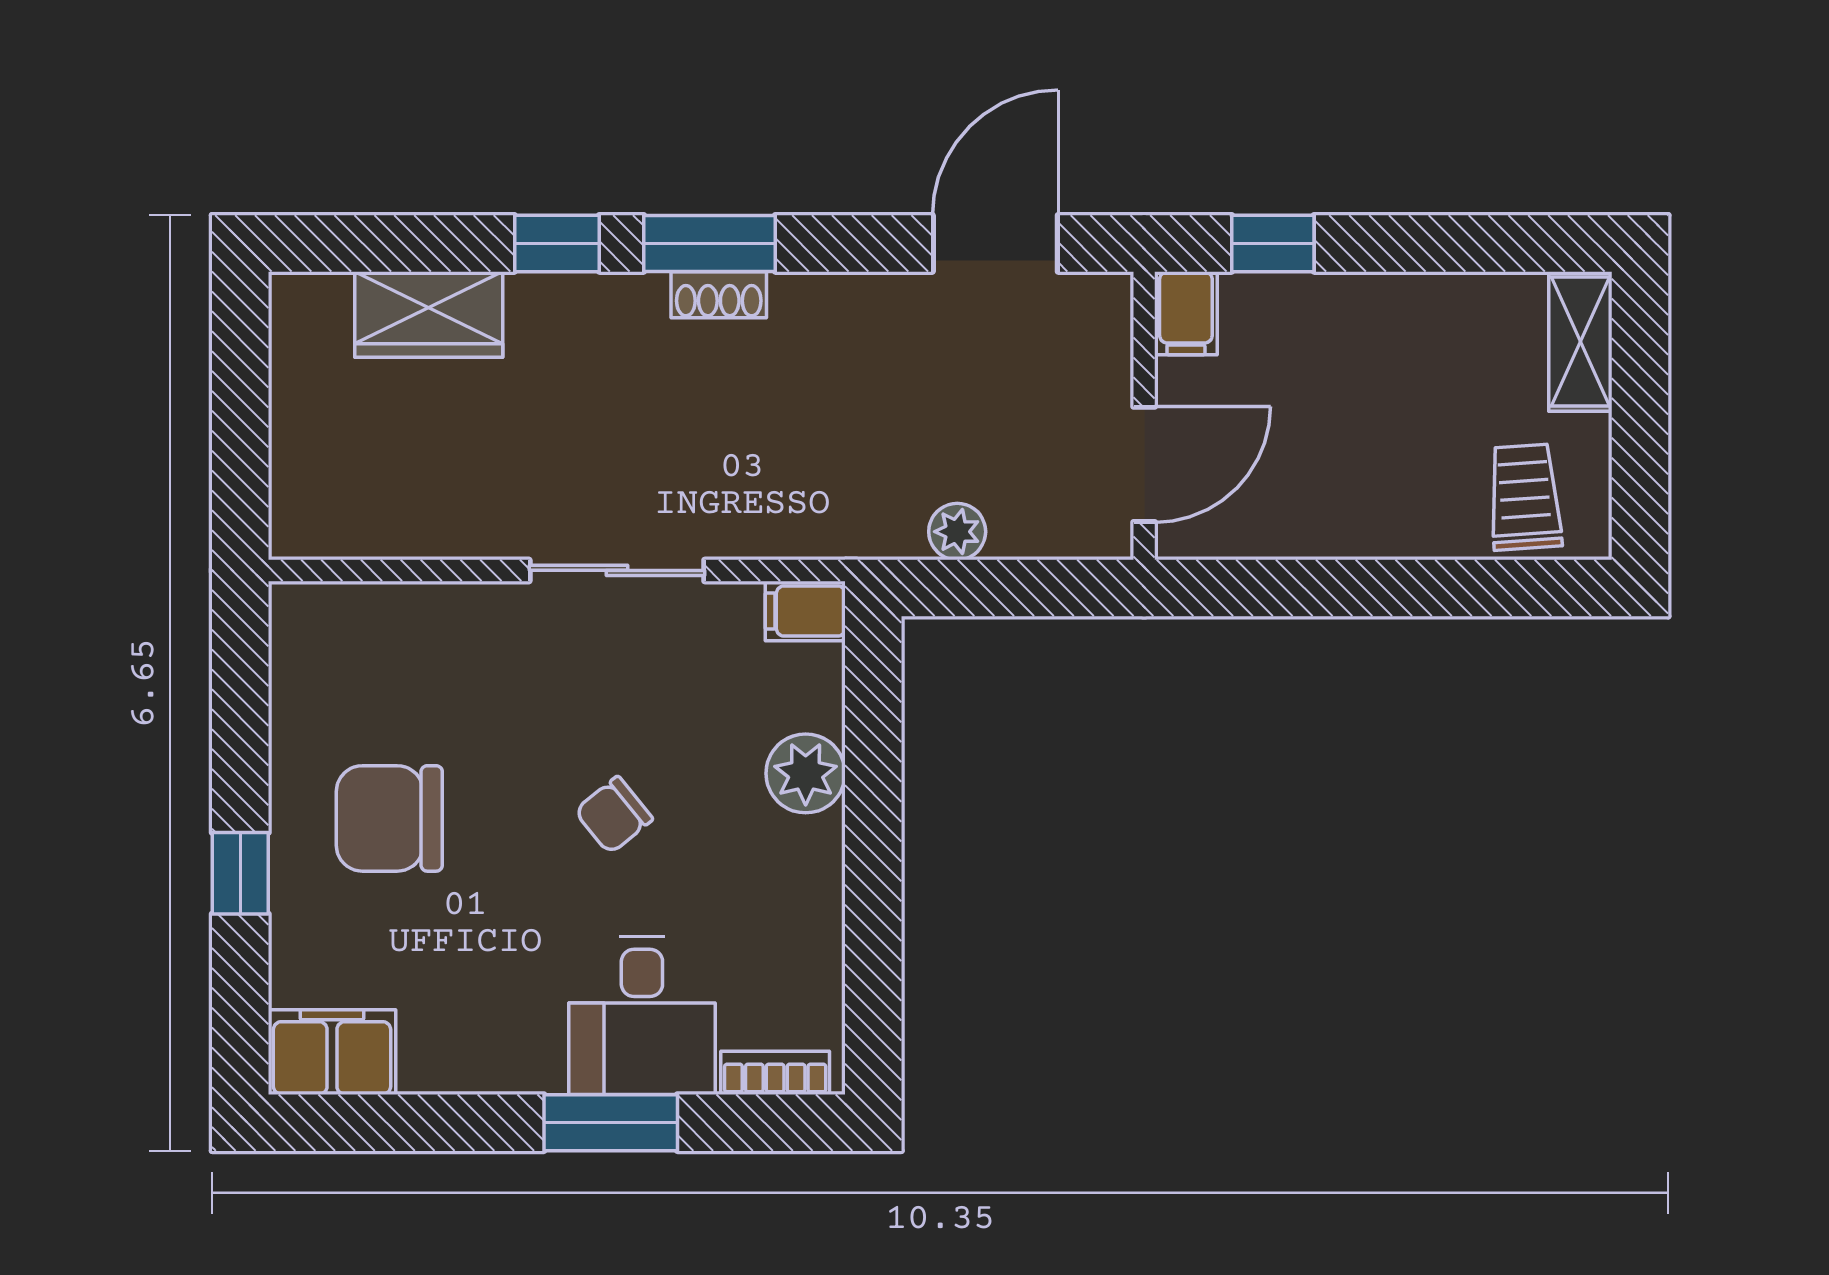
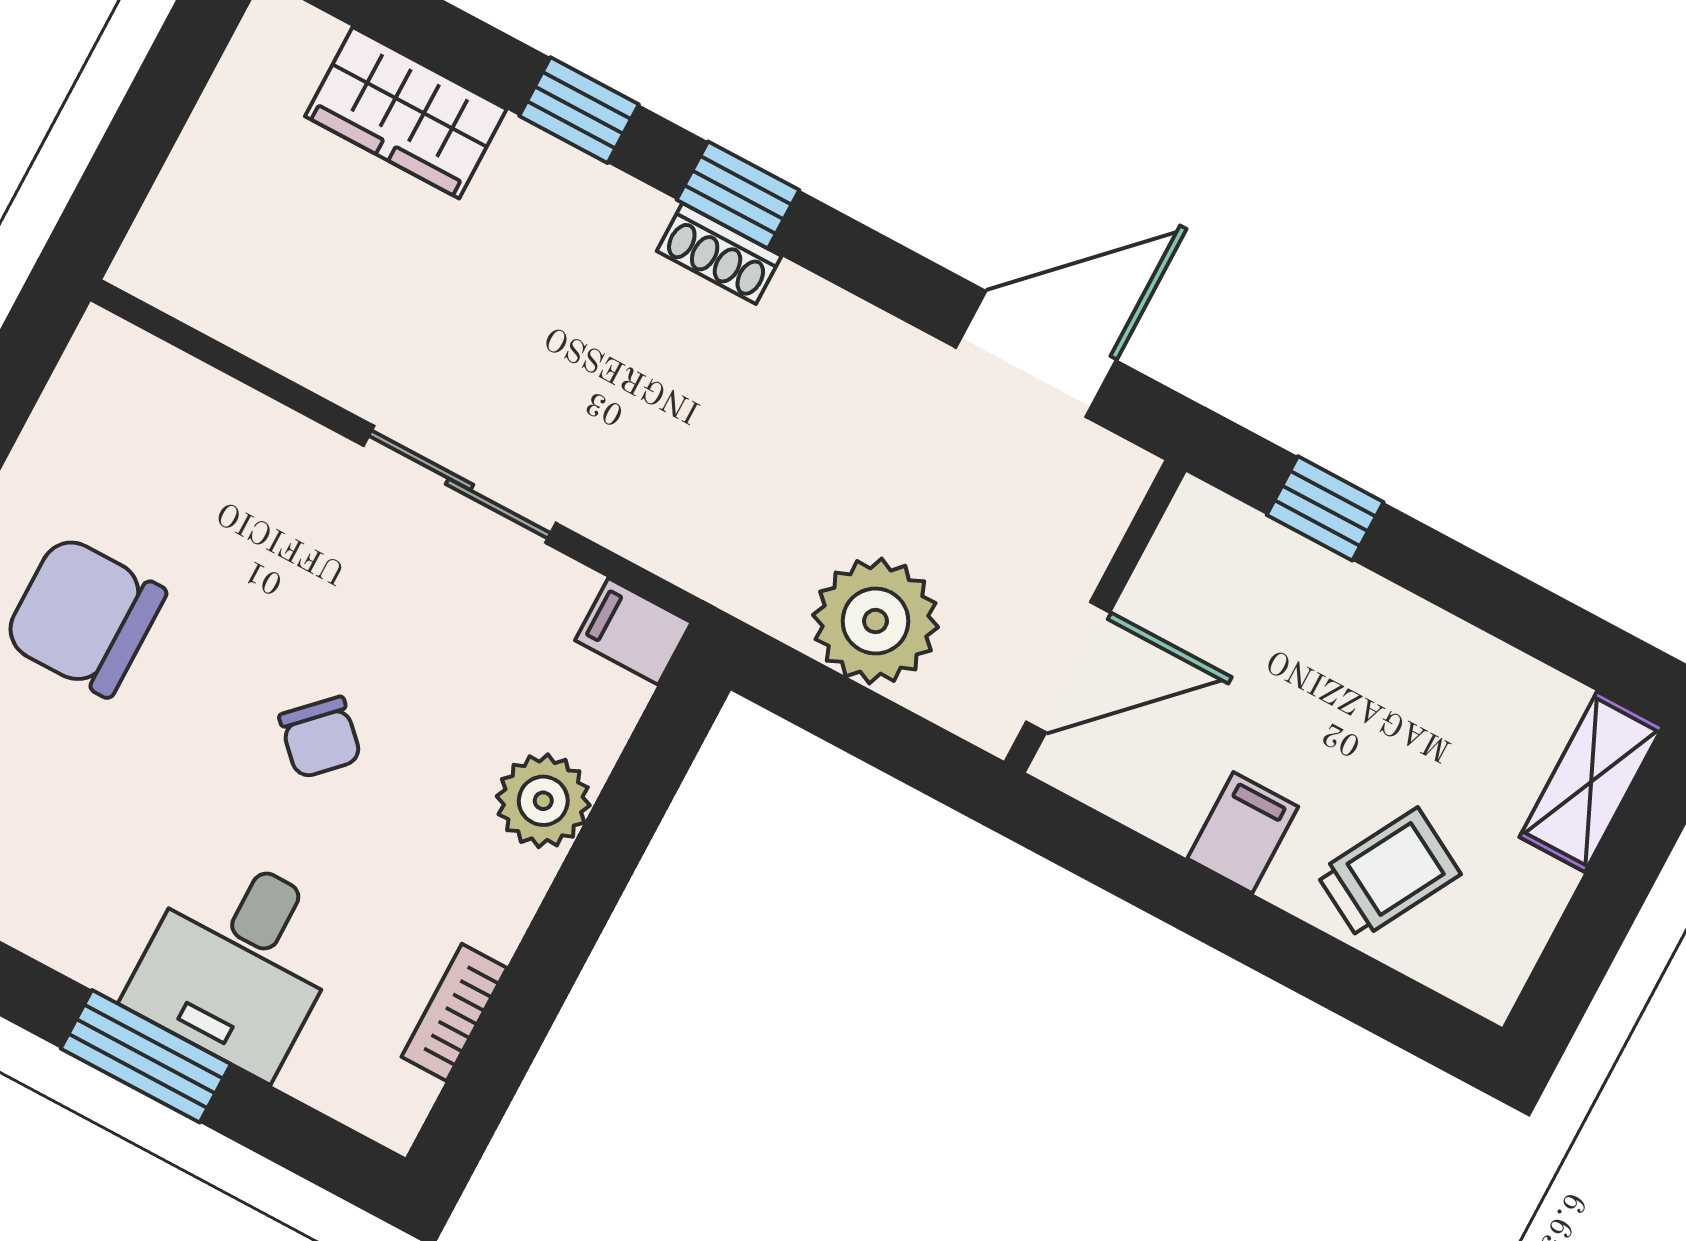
window: (709, 243) -> (738, 195), width x0.67
filing cabinet: (1186, 313) -> (1243, 833), moved, turned 180
trolley: (1525, 497) -> (1388, 874), moved, turned 33
plant: (957, 532) -> (875, 621), width x1.87, depth x1.87
chair: (614, 815) -> (320, 737), turned -96
bookcase: (775, 1073) -> (454, 1012), moved, turned -90

